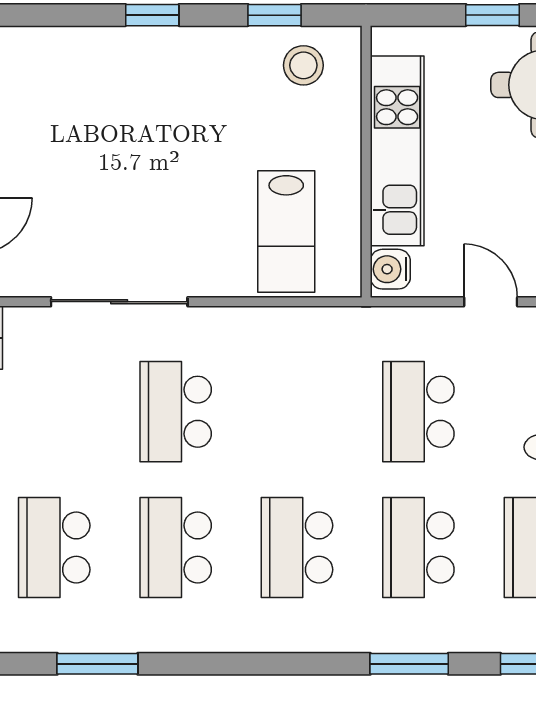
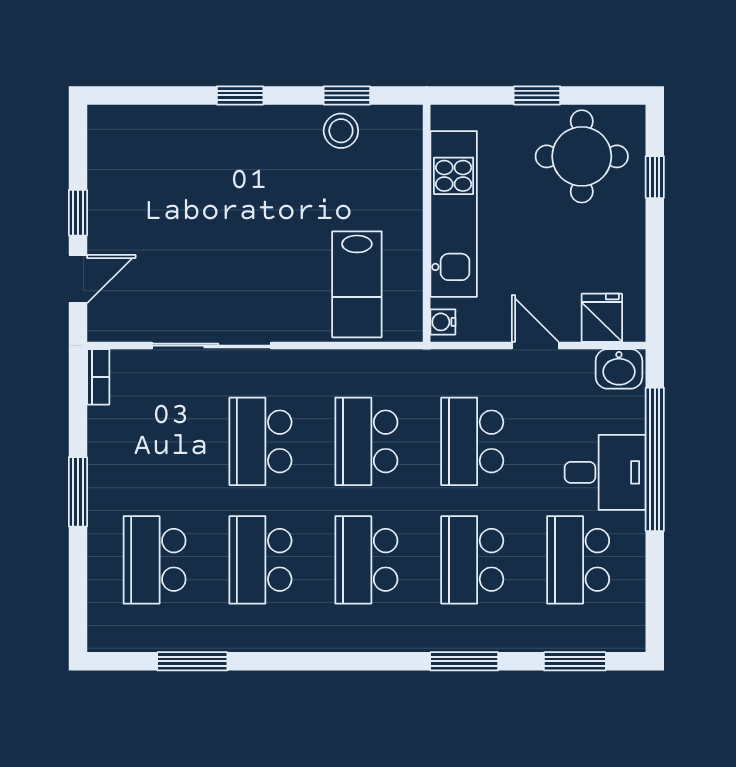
stool: (303, 65) -> (341, 131), moved
water cooler: (390, 269) -> (443, 322), width x0.72, depth x0.72
school desk: (297, 412) -> (366, 441), added

